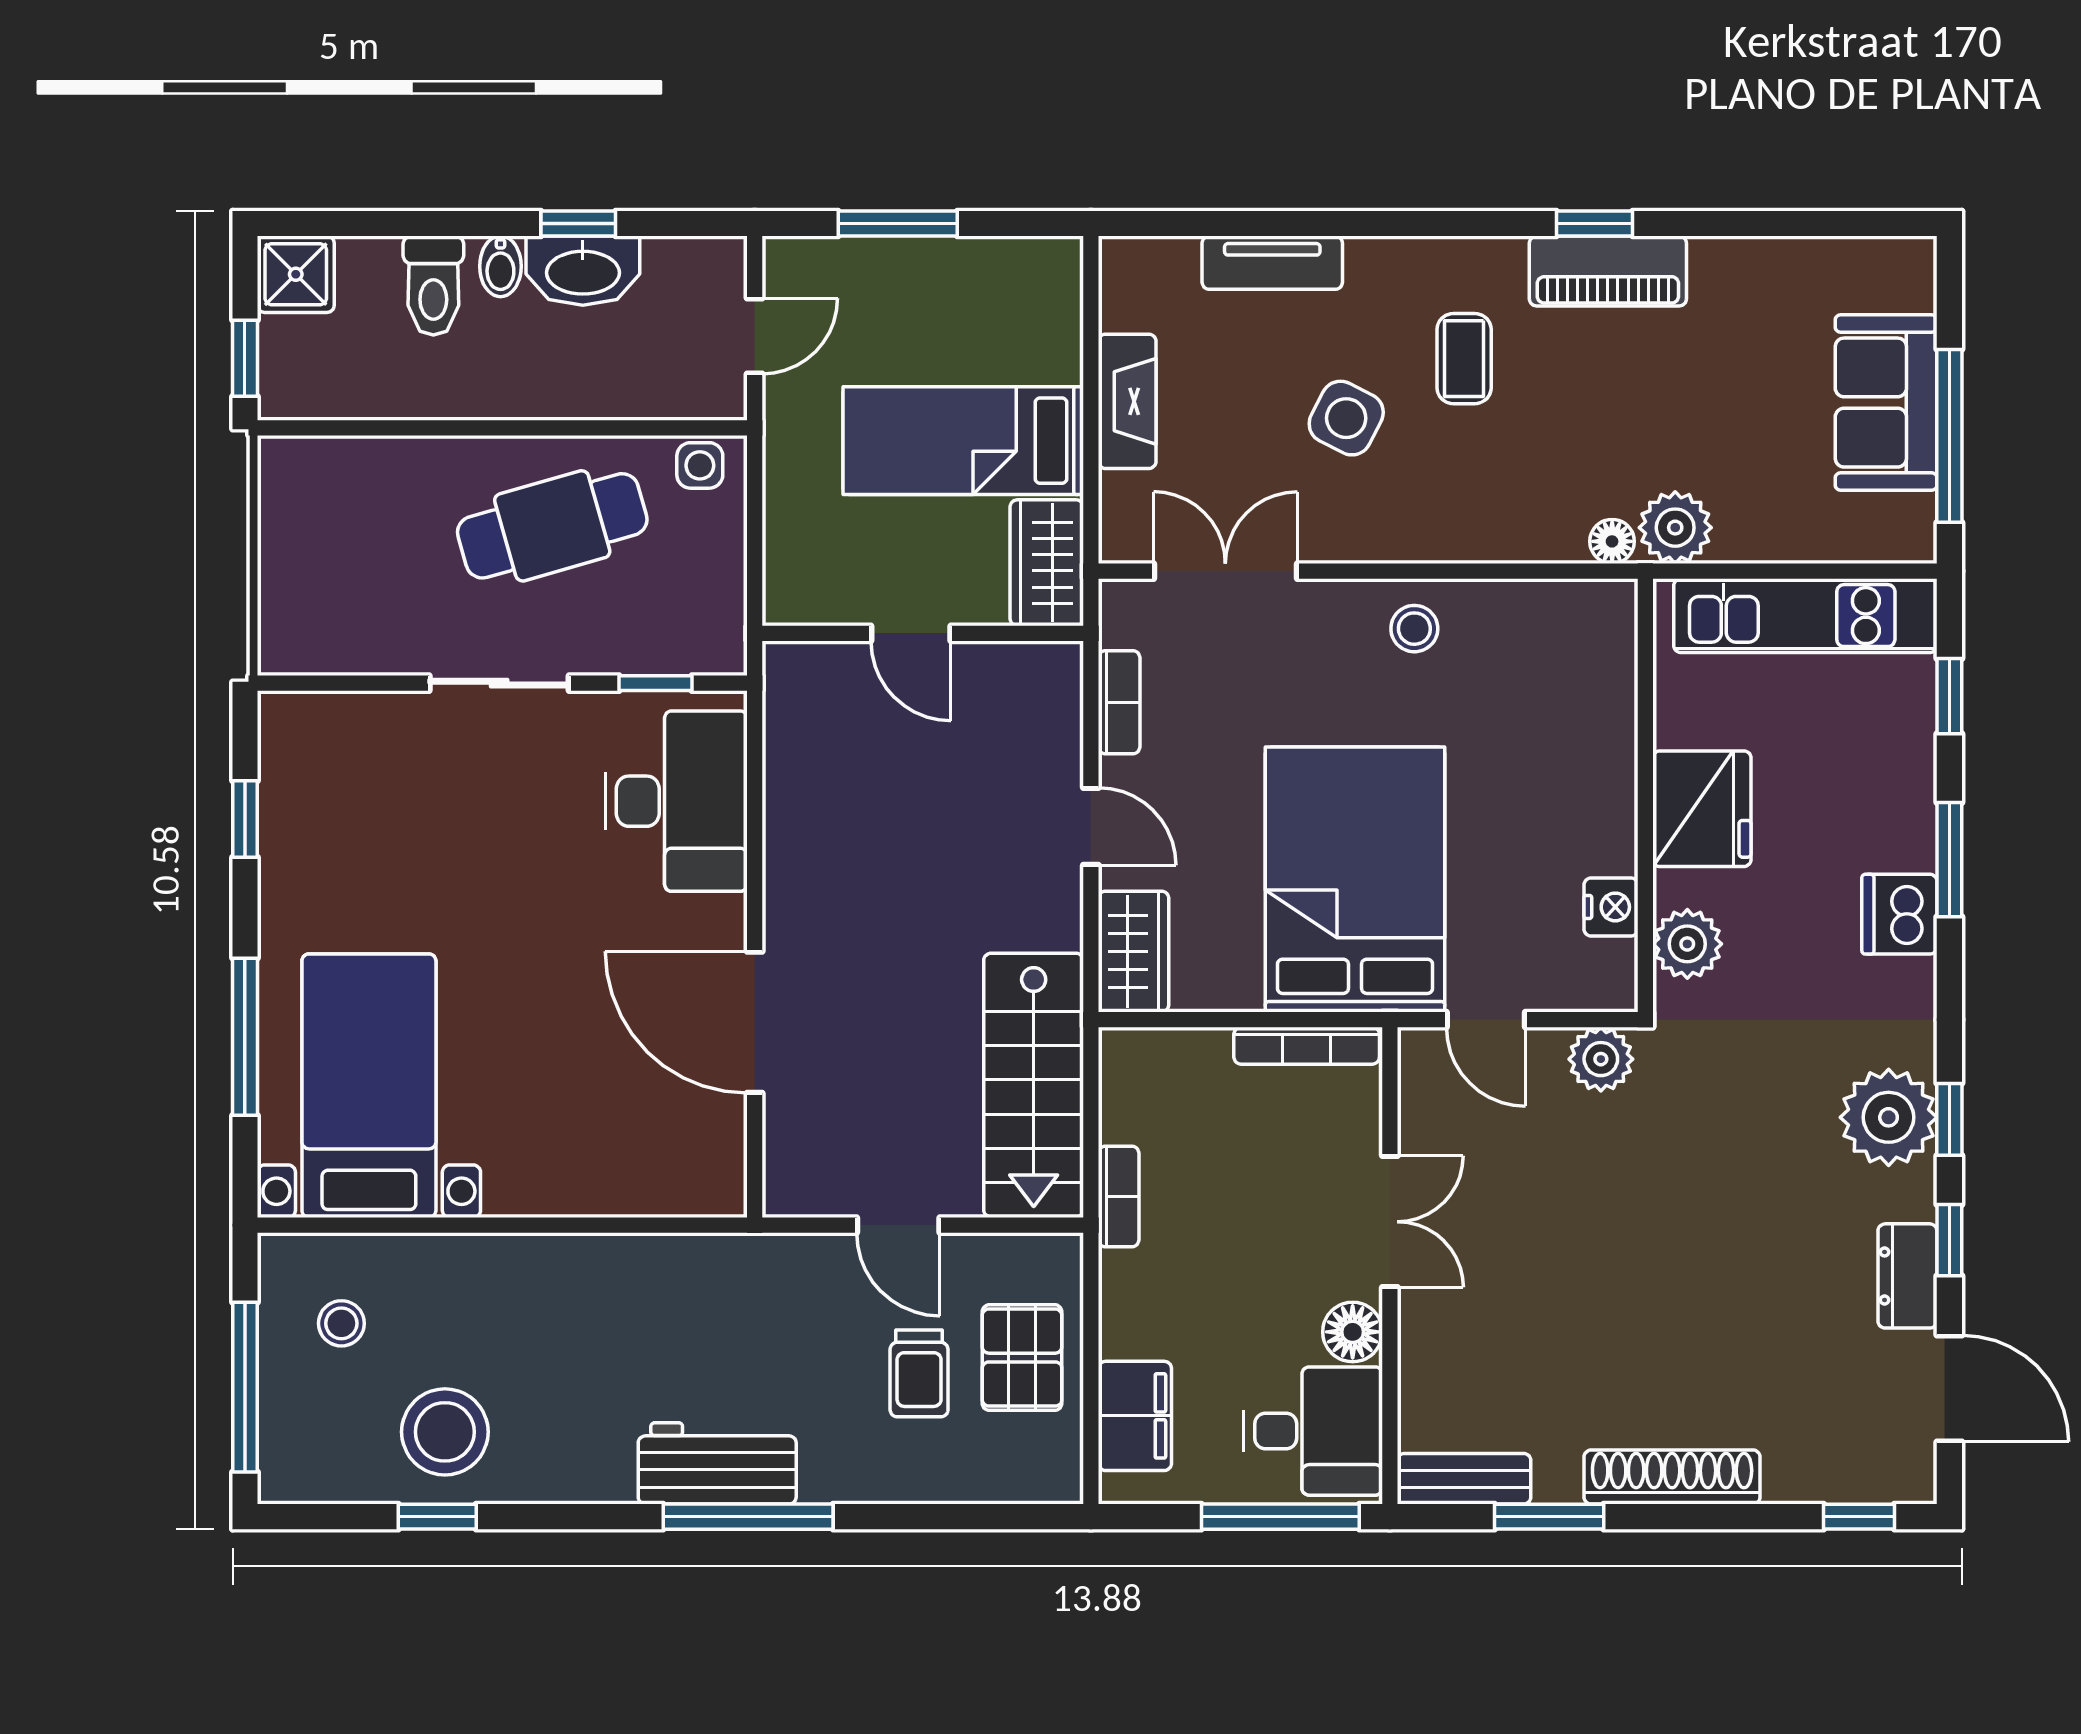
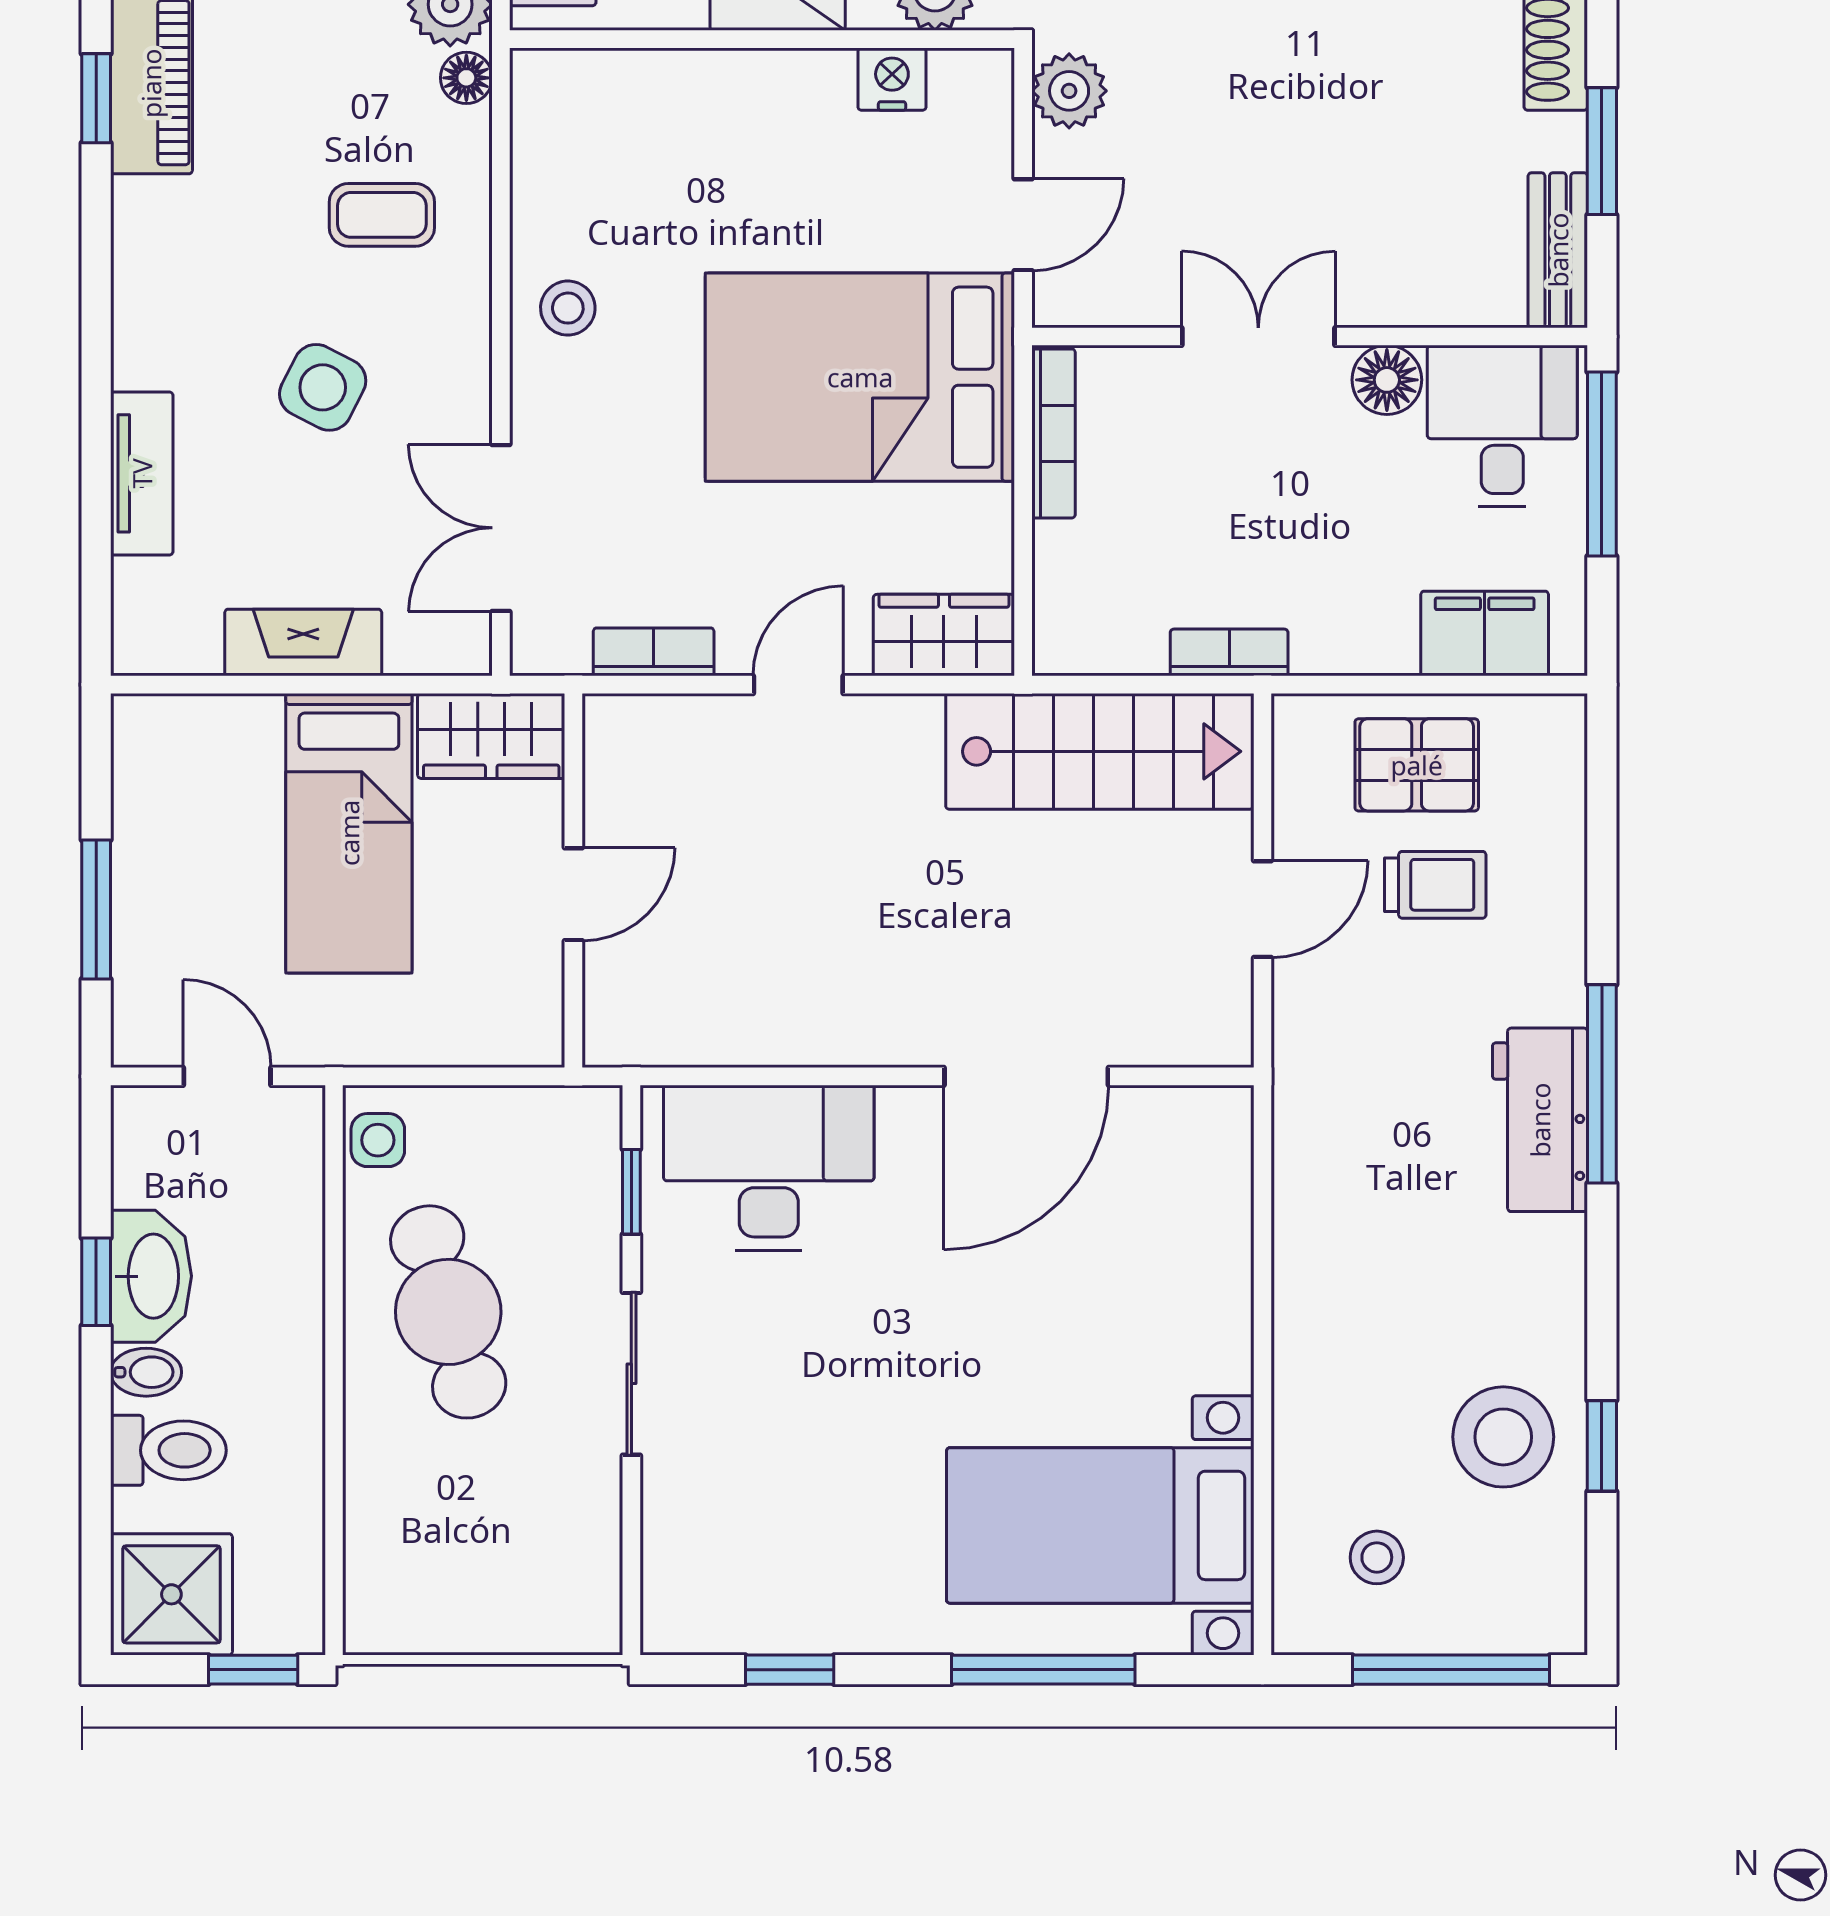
shower: (296, 274) -> (171, 1594), width x1.36, depth x1.36
coffee table: (1464, 359) -> (382, 215), moved

